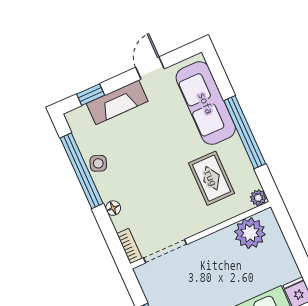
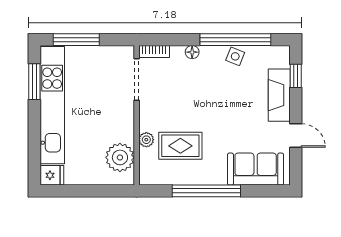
sofa: (206, 103) -> (256, 169), width x0.73
plant: (258, 198) -> (146, 140), moved

